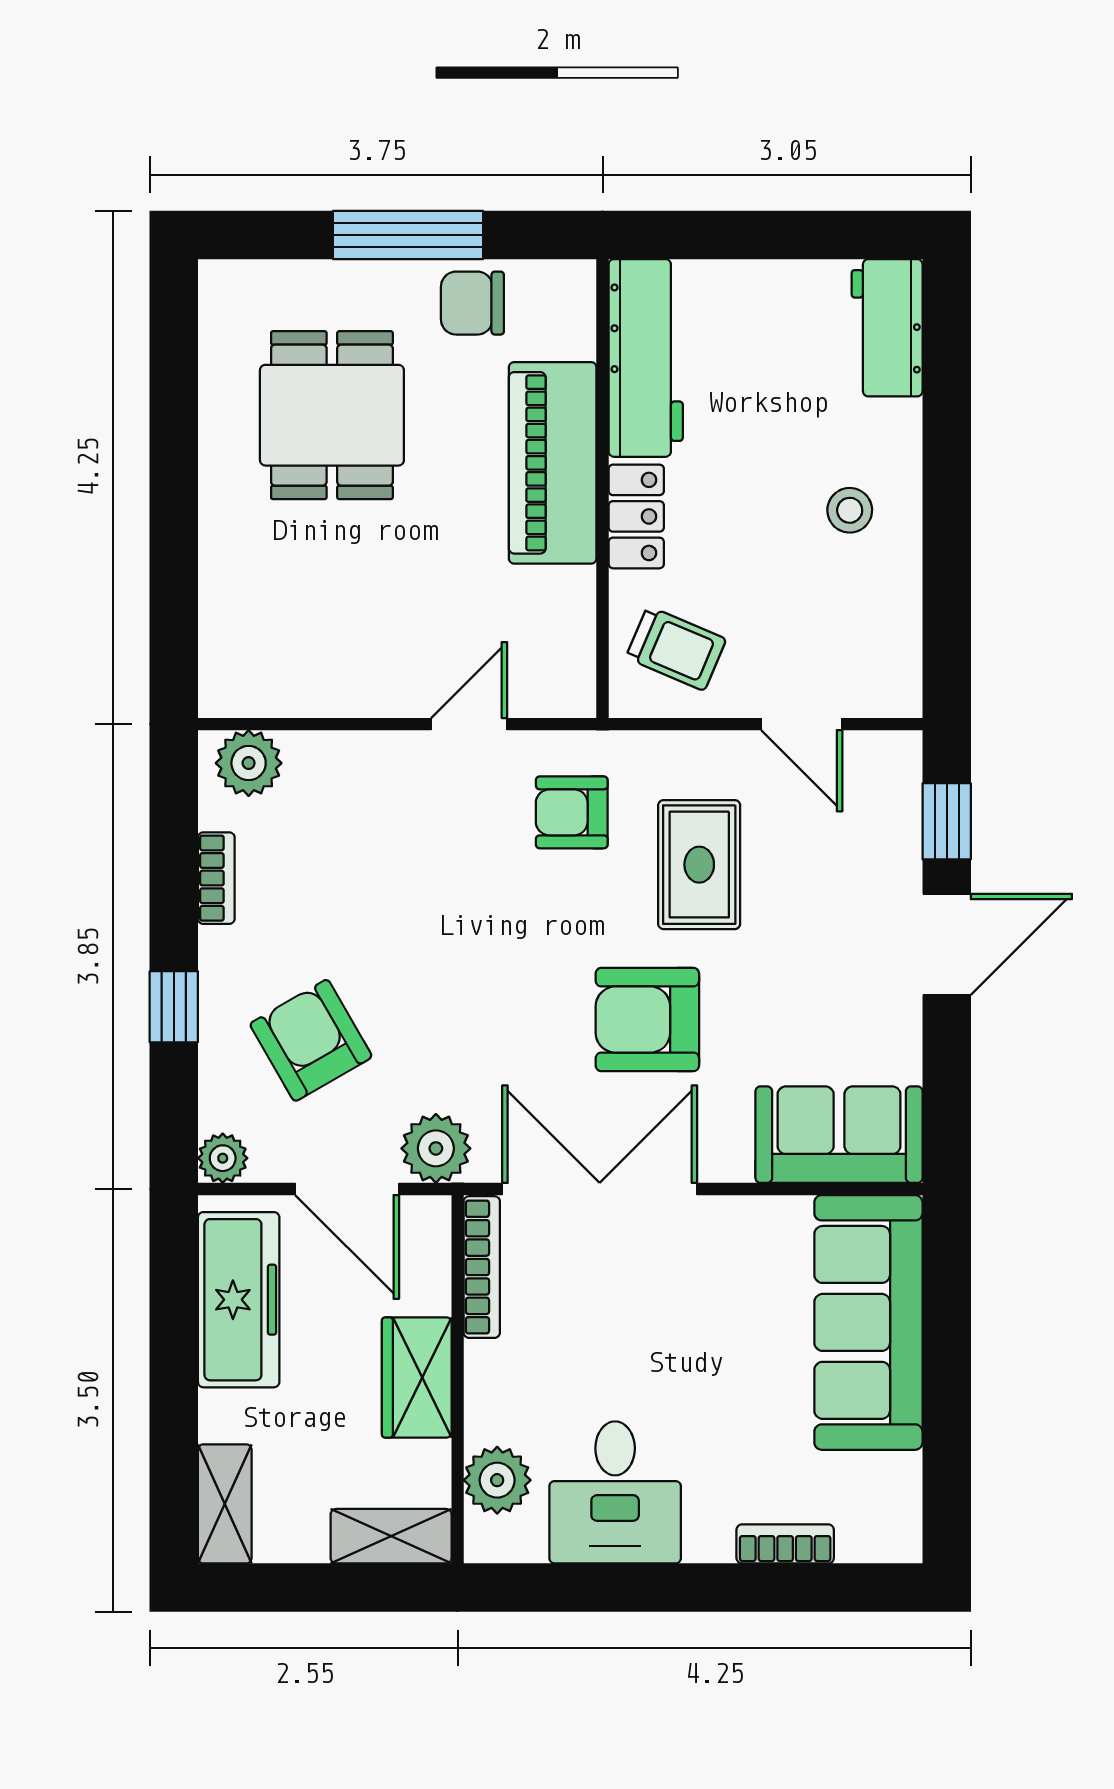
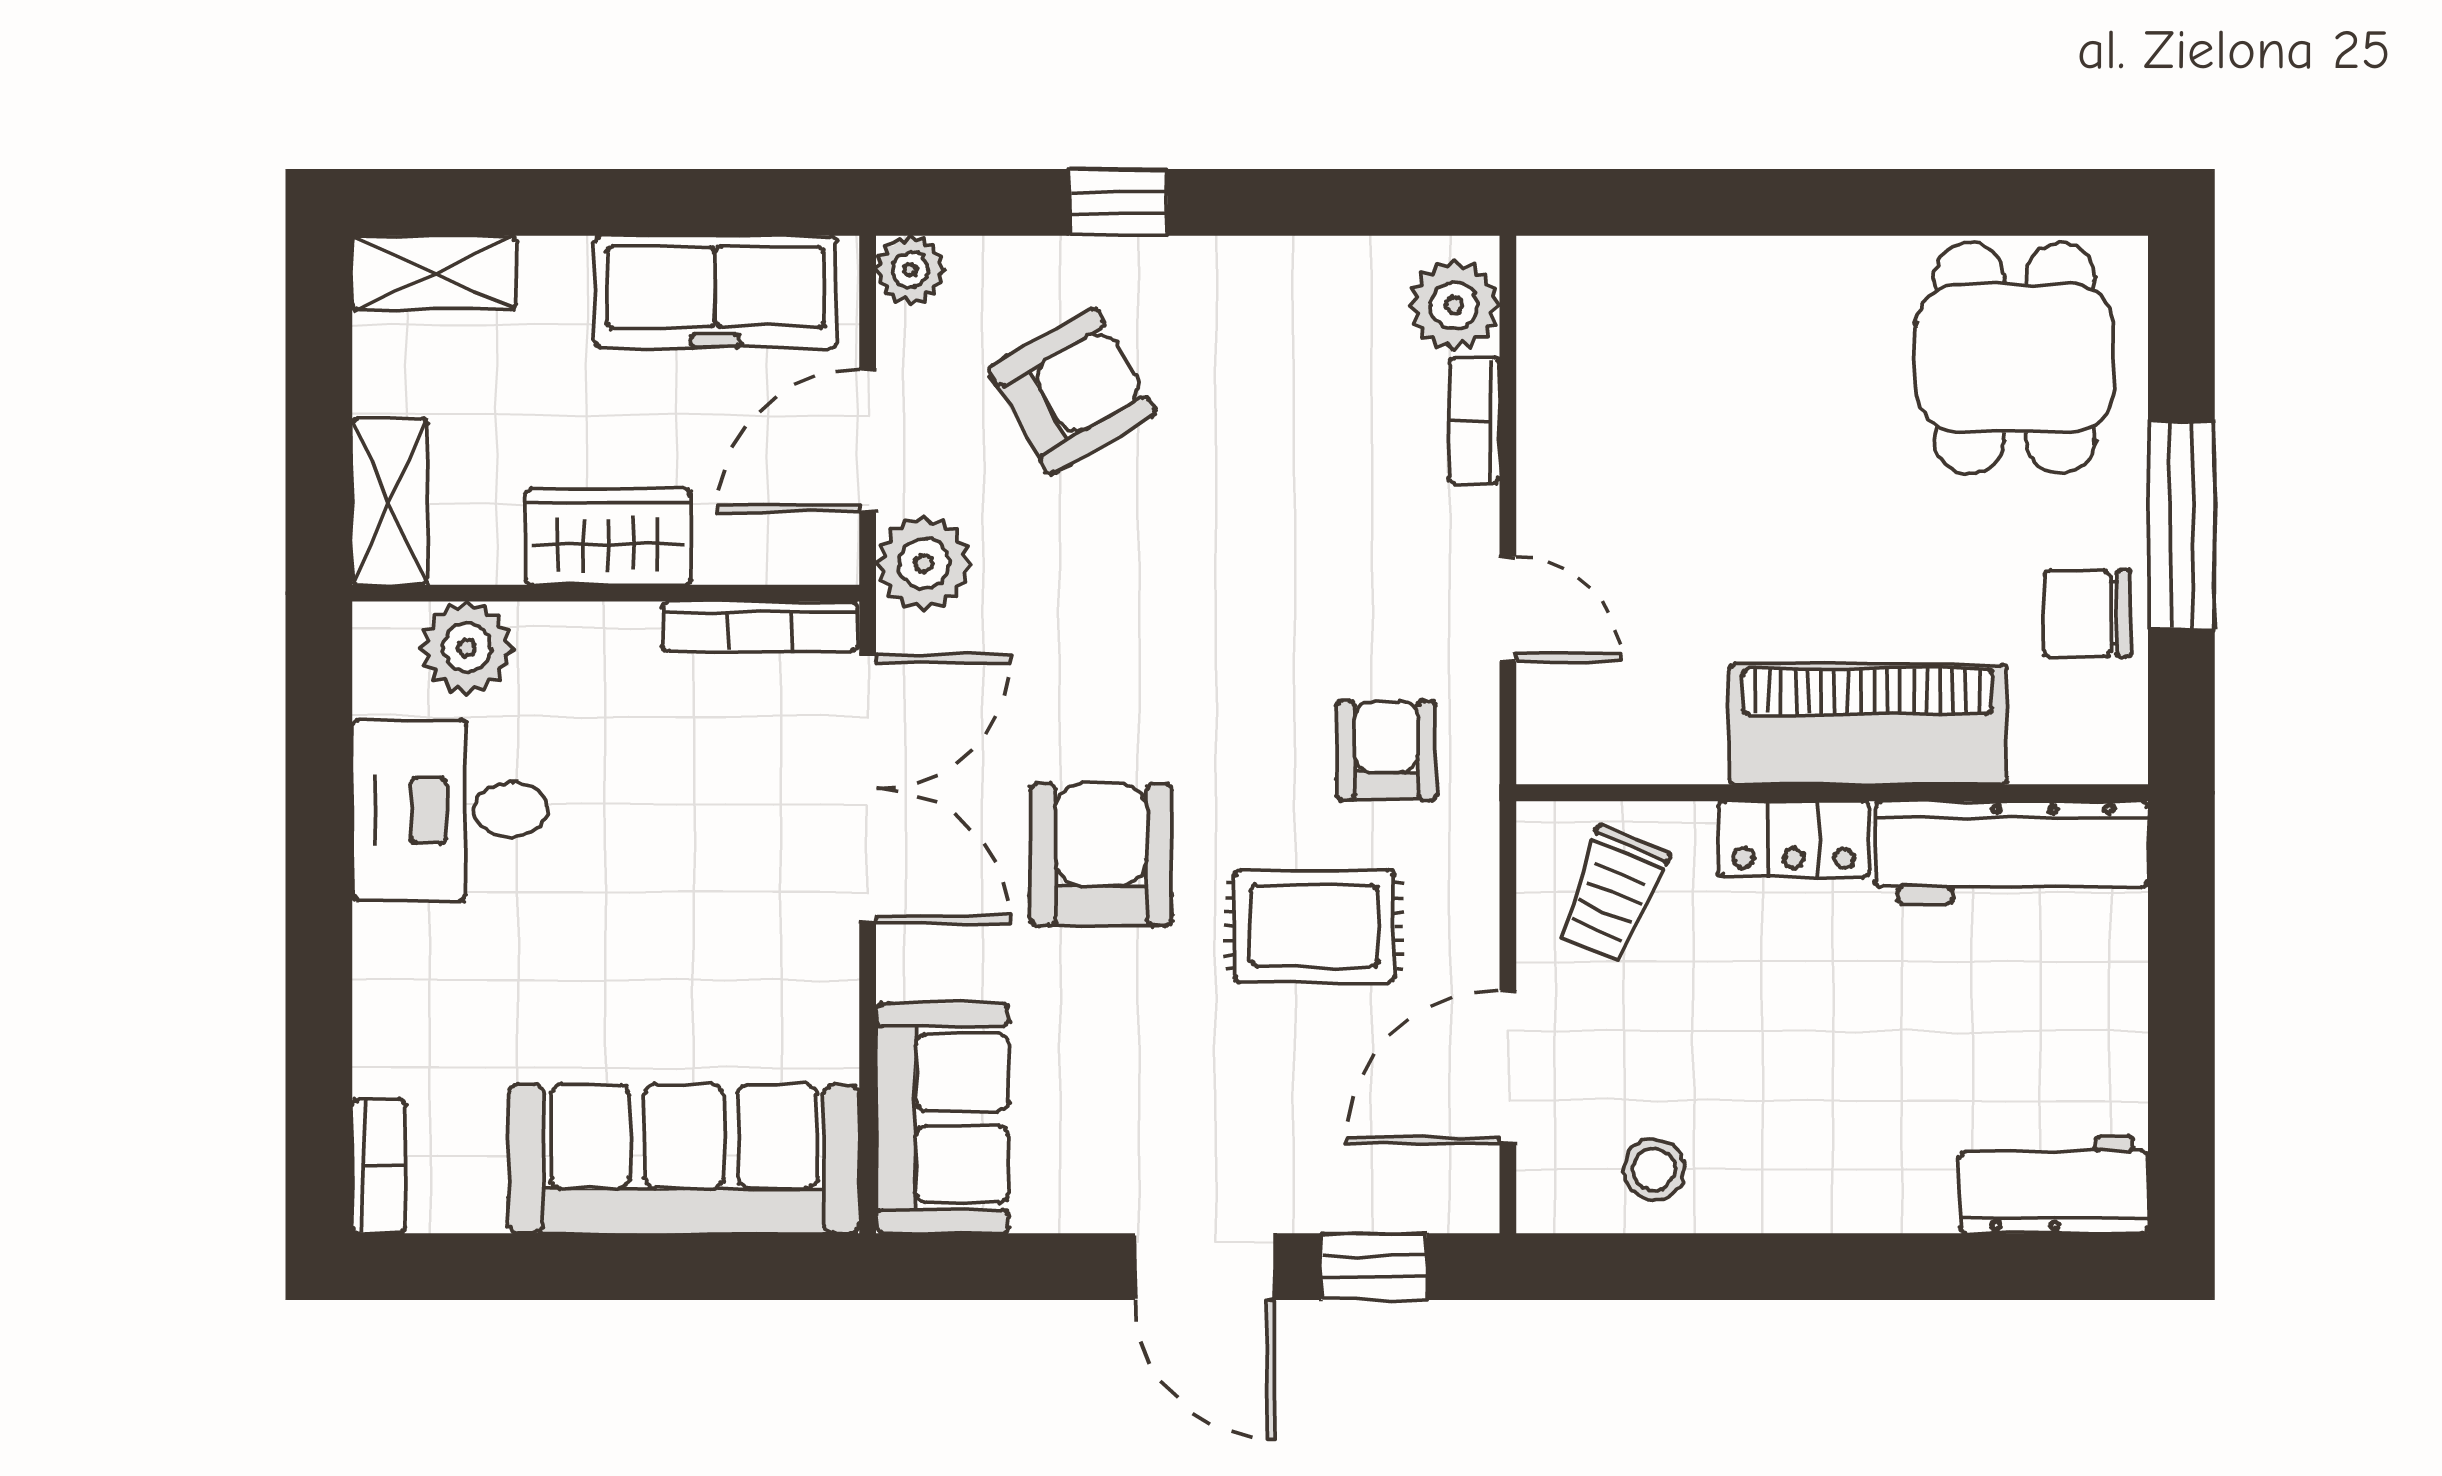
chair: (472, 303) -> (2088, 614), turned -90
dining table: (332, 415) -> (2015, 358), moved, turned 90
stool: (850, 510) -> (1654, 1169), moved
door: (802, 724) -> (1508, 1067), width x1.38
bookcase: (216, 878) -> (1474, 421), moved, turned 90
bookcase: (785, 1544) -> (379, 1166), moved

